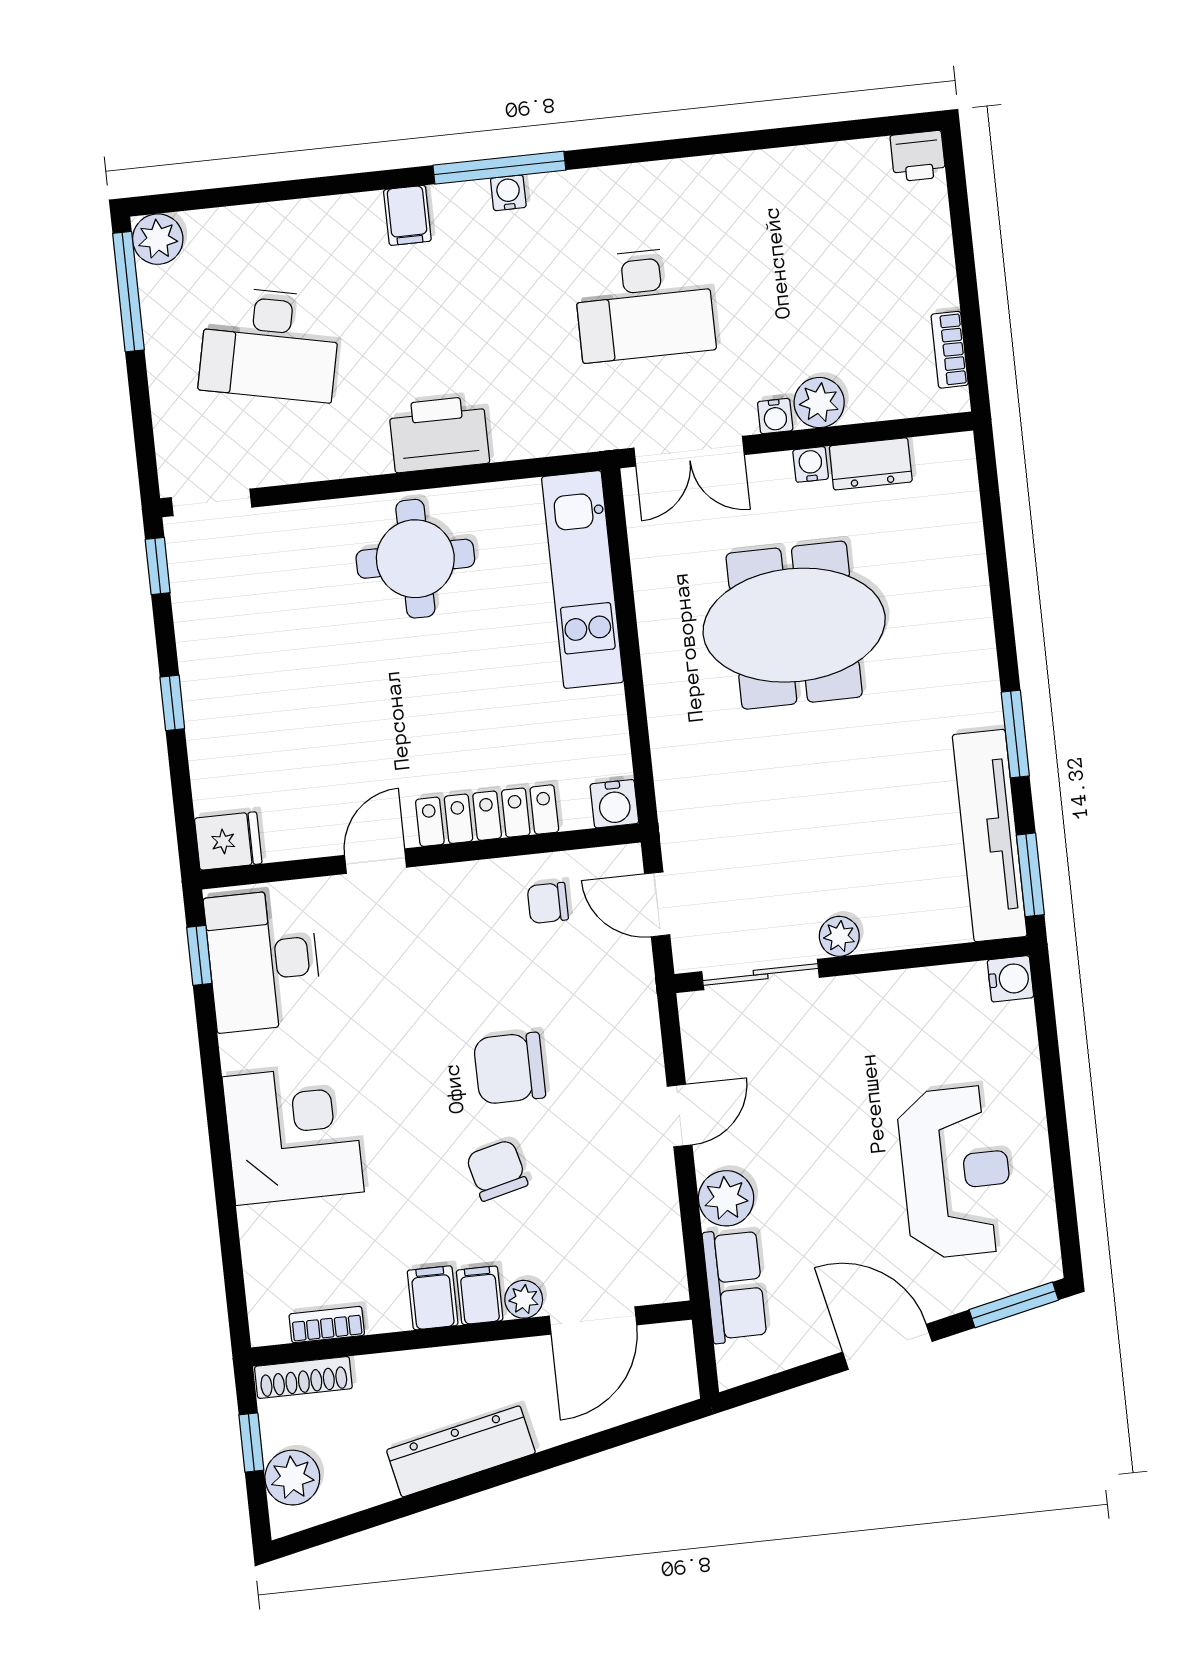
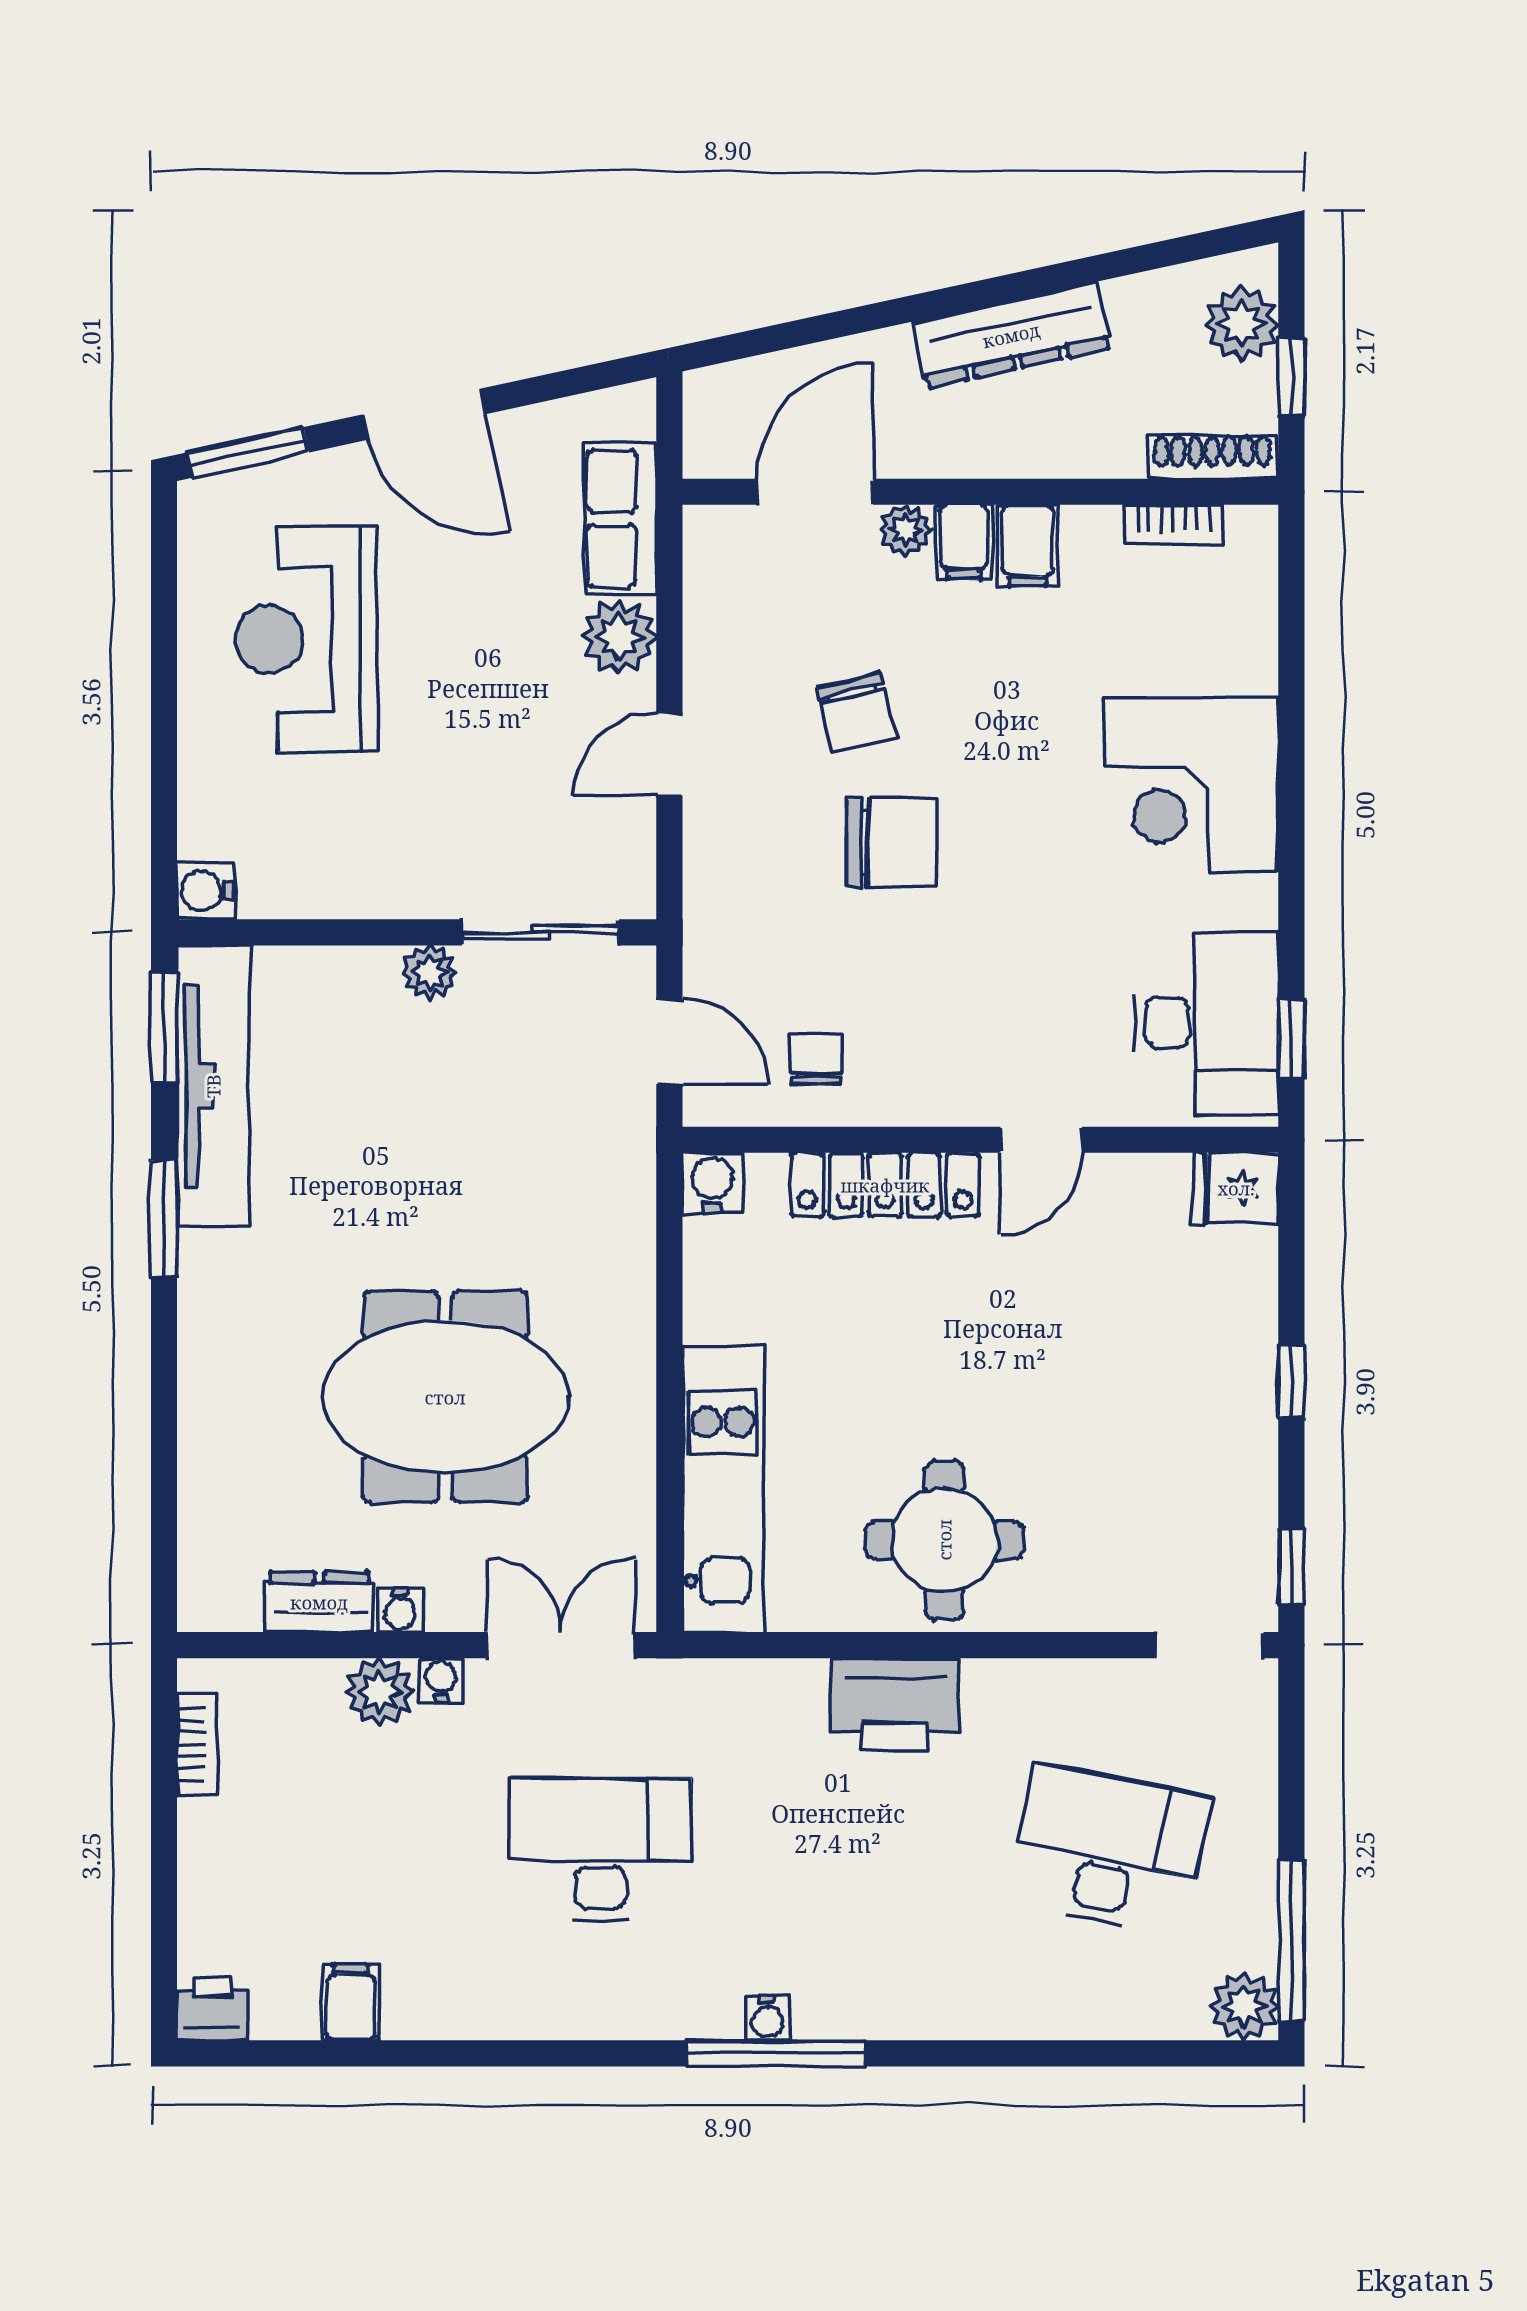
filing cabinet: (407, 215) -> (351, 2002), moved
chair: (548, 903) -> (816, 1059), turned -90
chair: (497, 1170) -> (857, 713), moved

